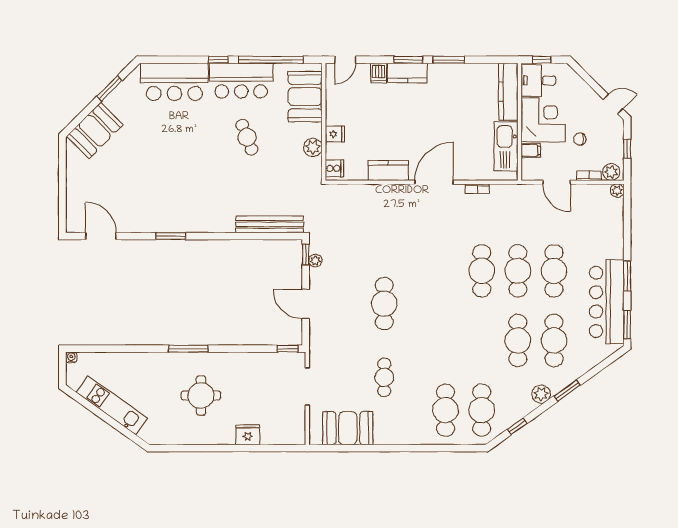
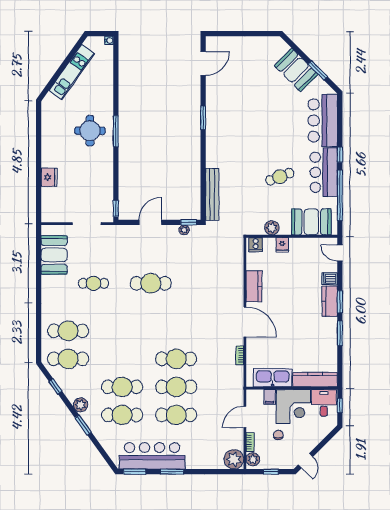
booth: (95, 131) -> (296, 70), moved
plant: (617, 191) -> (234, 459), width x1.87, depth x1.87
round table: (201, 395) -> (90, 131), moved

